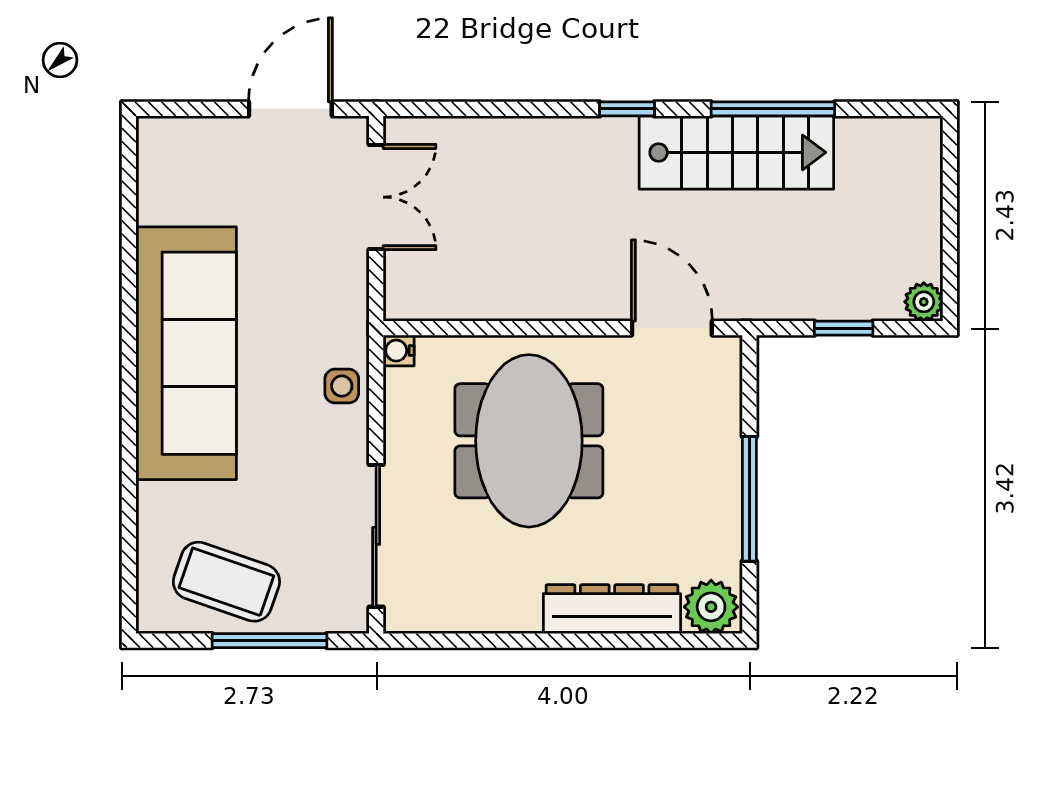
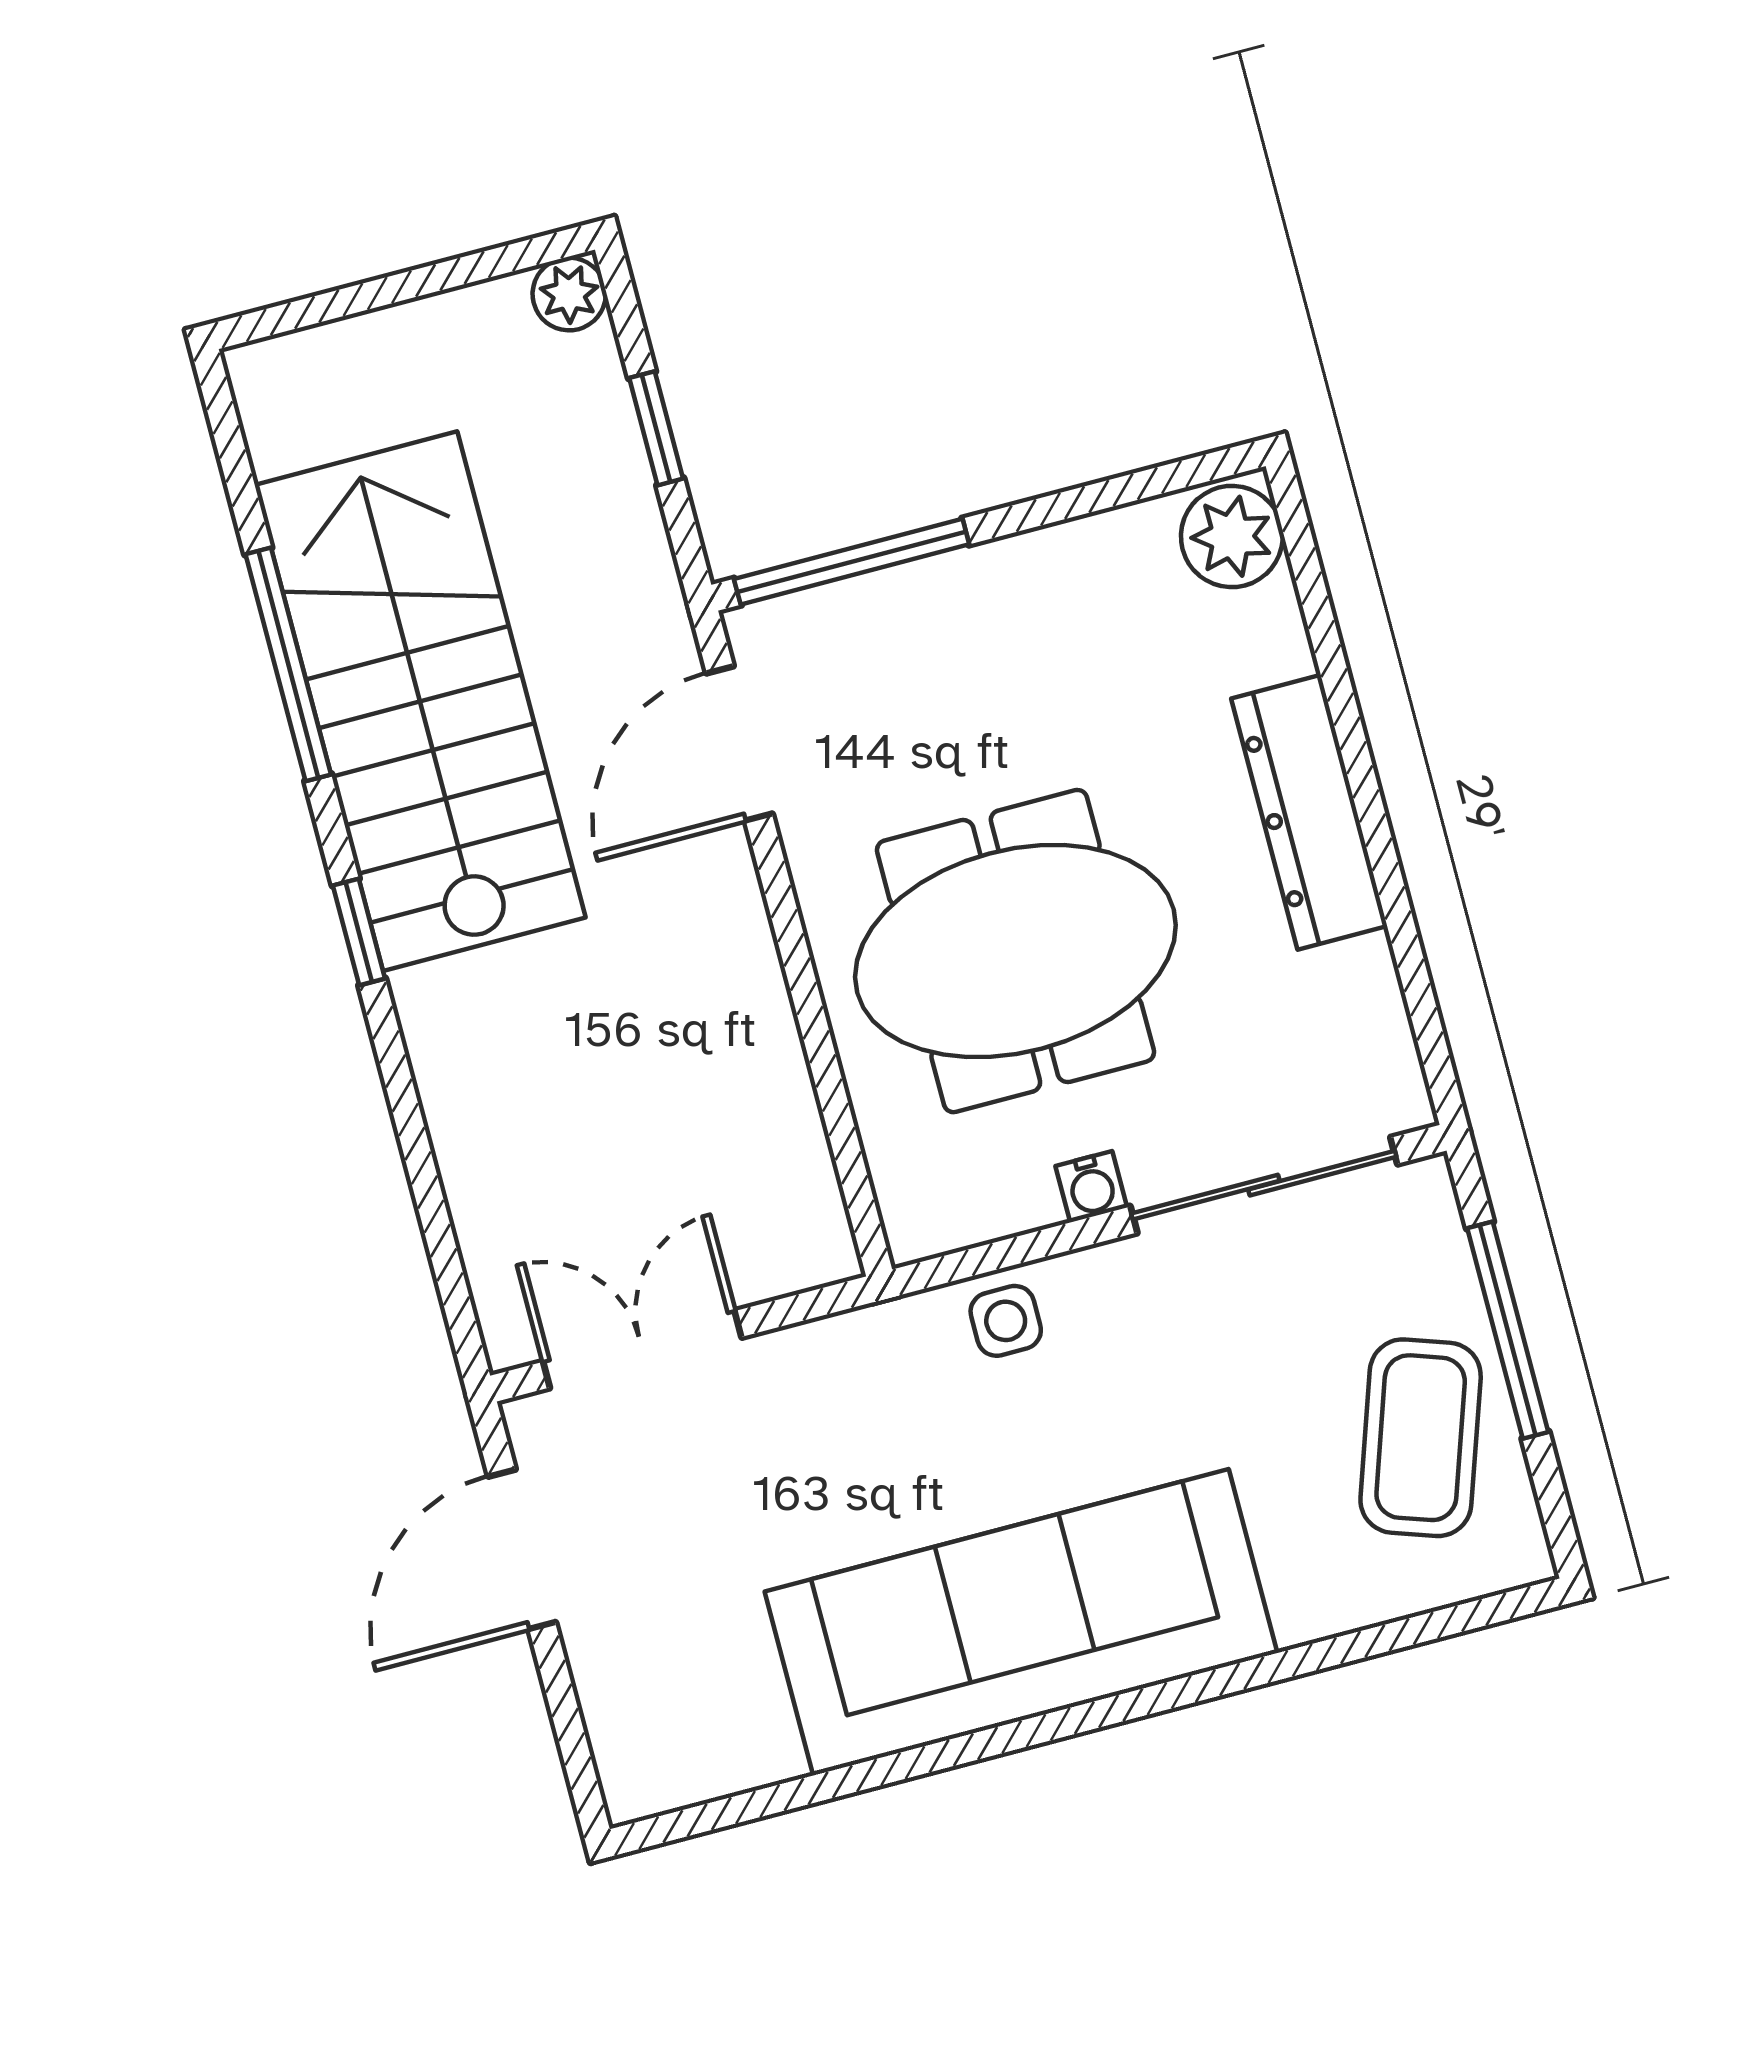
door: (290, 109) -> (522, 1549), hinge flipped
stairs: (736, 152) -> (420, 701), width x1.36, depth x1.51
water cooler: (399, 351) -> (1091, 1187), moved
window: (749, 499) -> (852, 562), moved
dresser: (612, 609) -> (1309, 812), moved

